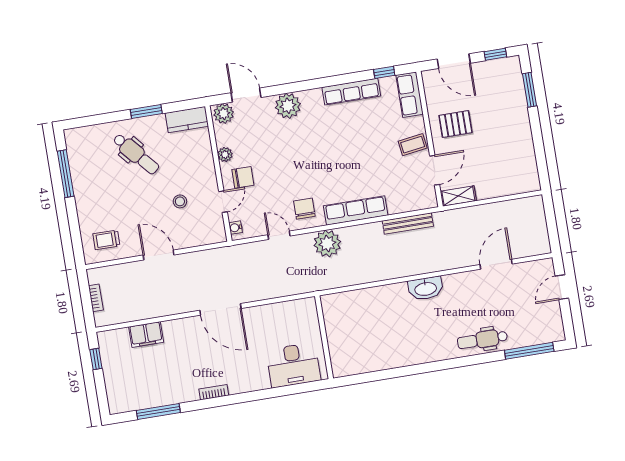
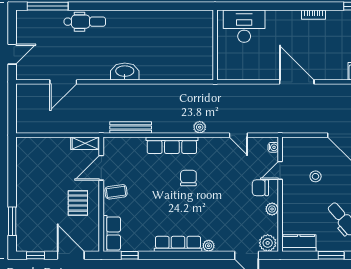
row of seats: (351, 92) -> (178, 244), moved
plant: (288, 106) -> (209, 246), width x0.53, depth x0.53
pallet: (456, 124) -> (78, 203), turned 90
chair: (304, 209) -> (188, 178), moved, turned 180
plant: (327, 243) -> (200, 127), width x0.53, depth x0.53

